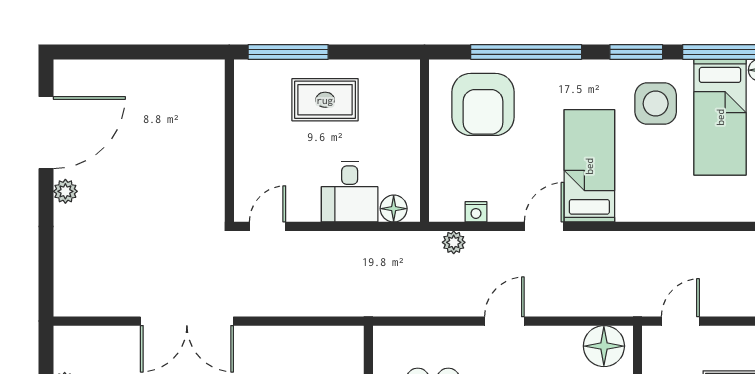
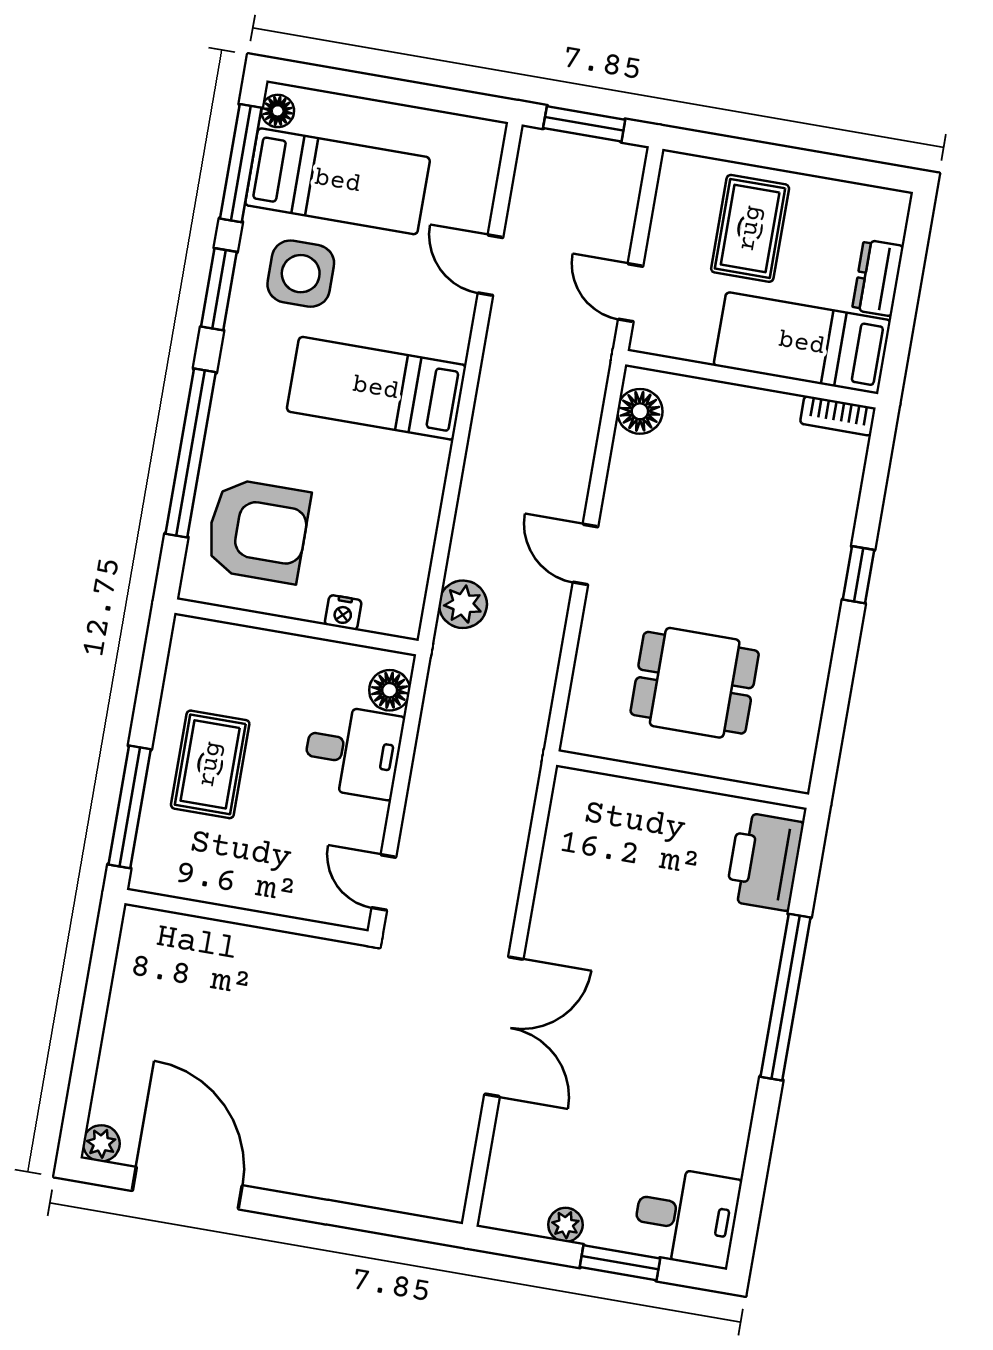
plant: (65, 191) -> (101, 1143), moved
nightstand: (476, 212) -> (343, 613), moved, turned 90
door: (544, 226) -> (490, 265), moved
plant: (454, 242) -> (463, 604), width x1.38, depth x1.38
floor lamp: (604, 346) -> (640, 411), width x0.73, depth x0.73

